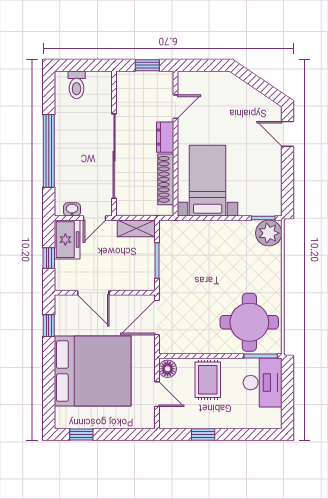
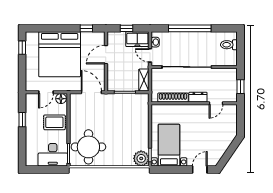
door: (176, 107) -> (216, 103), hinge flipped
bed with nightstands: (208, 181) -> (169, 145), moved, turned -90

